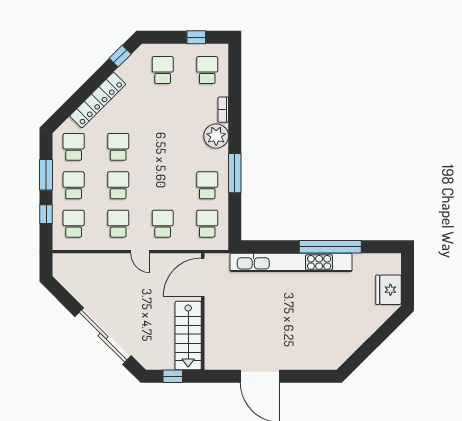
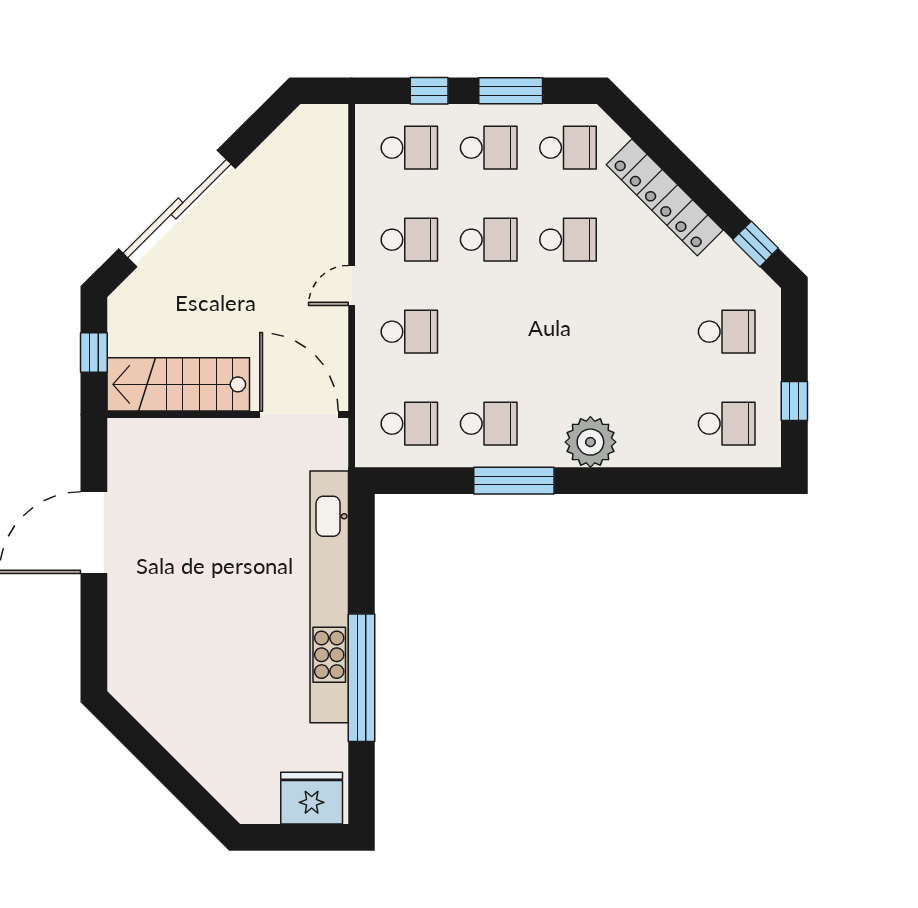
bookcase: (223, 110) -> (645, 457), removed
fridge: (388, 290) -> (312, 798), moved

